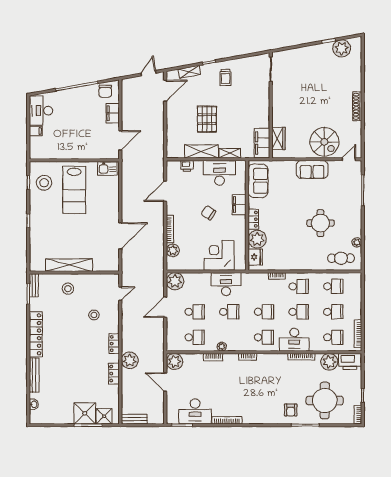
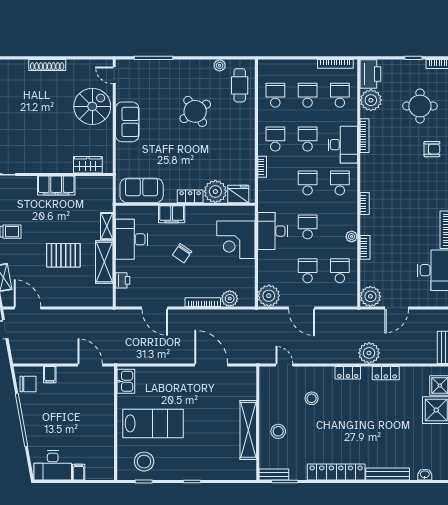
filing cabinet: (113, 113) -> (50, 375), width x0.50
filing cabinet: (262, 143) -> (56, 186), moved
round table: (320, 223) -> (195, 111), turned -33
round table: (325, 401) -> (420, 106), width x0.73, depth x0.73

